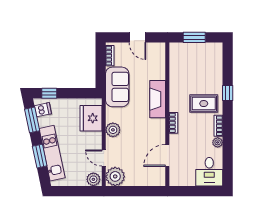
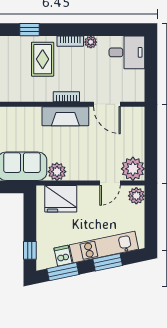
fireplace: (158, 99) -> (65, 116), moved
dishwasher: (43, 110) -> (63, 256), moved
plant: (113, 130) -> (57, 172), moved

